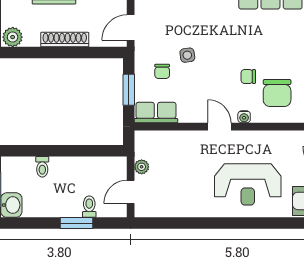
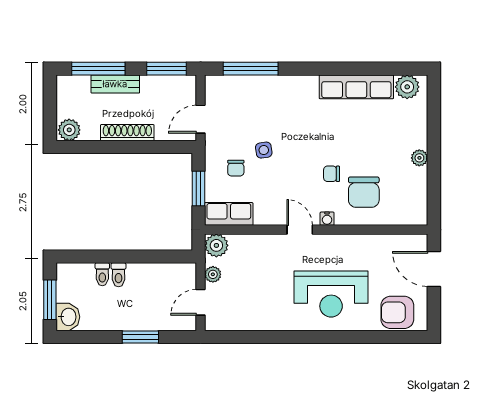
plant: (145, 141) -> (216, 245), added
toilet: (89, 207) -> (119, 275), moved, turned 180

